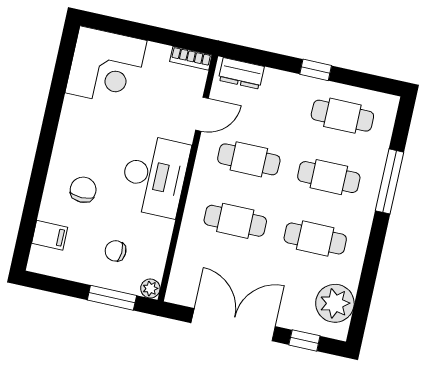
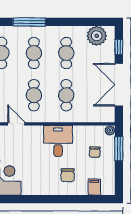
desk: (154, 176) -> (58, 141), width x0.73
chair: (83, 190) -> (68, 175), turned -90

